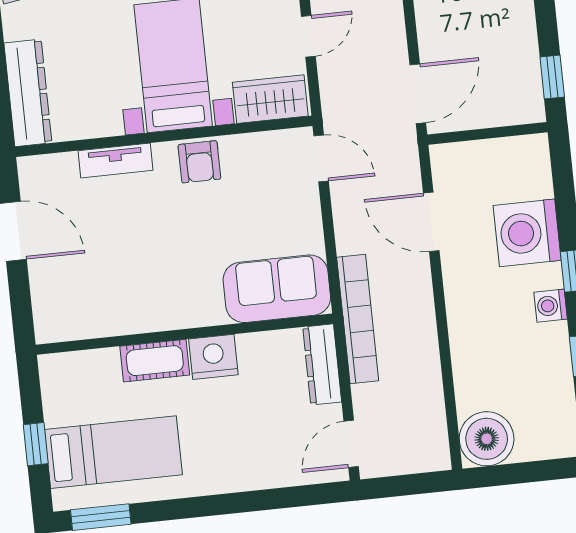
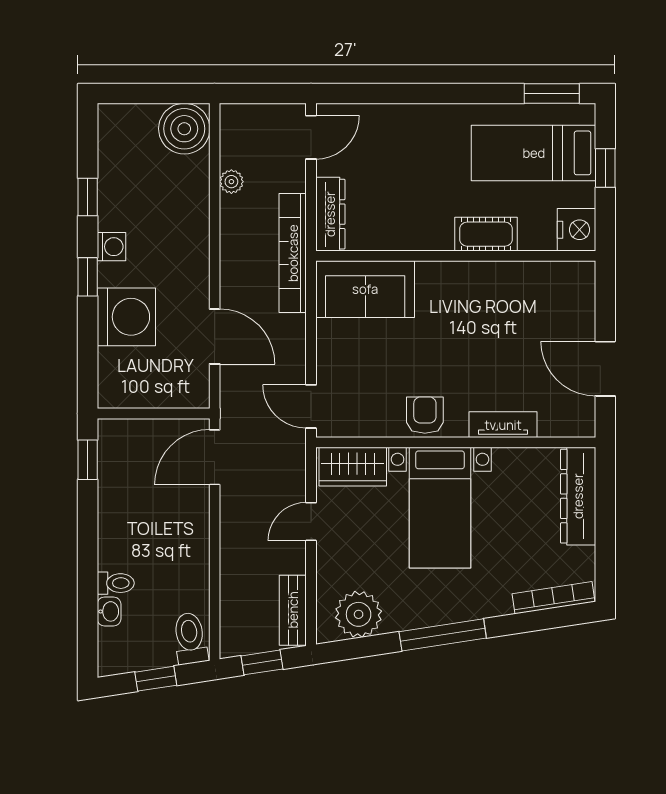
nightstand: (213, 357) -> (576, 230), moved, turned -90
plant: (431, 388) -> (231, 182), added

